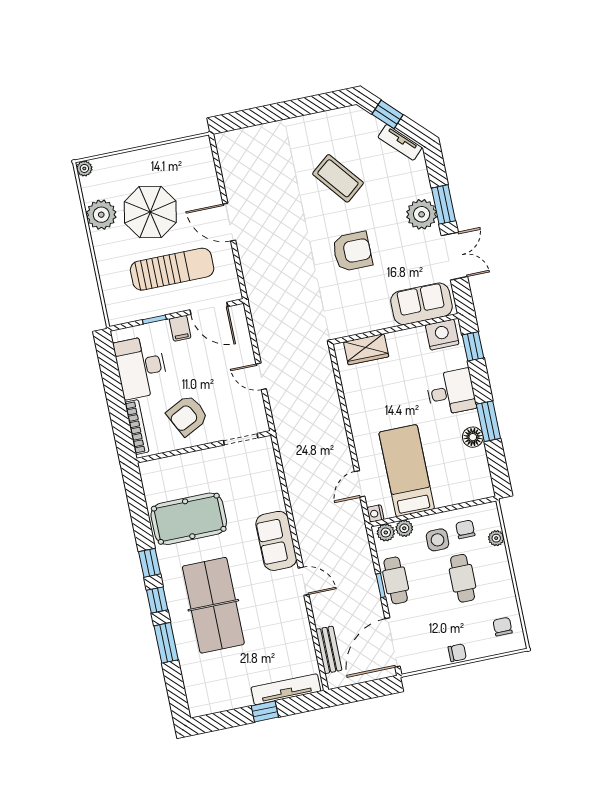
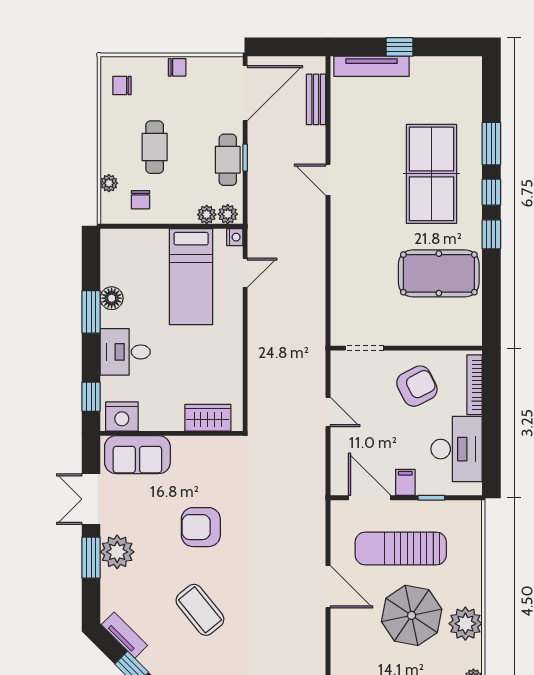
side table: (438, 540) -> (173, 194), removed
sofa: (276, 541) -> (349, 230), removed
chair: (503, 627) -> (122, 86), turned 90
chair: (457, 653) -> (177, 67), turned 180

